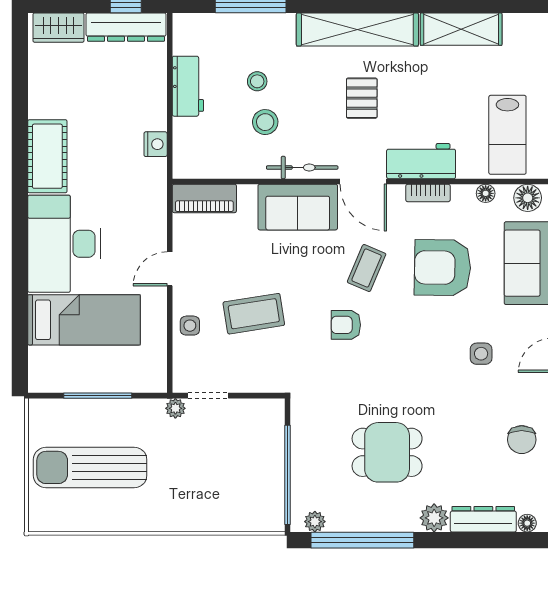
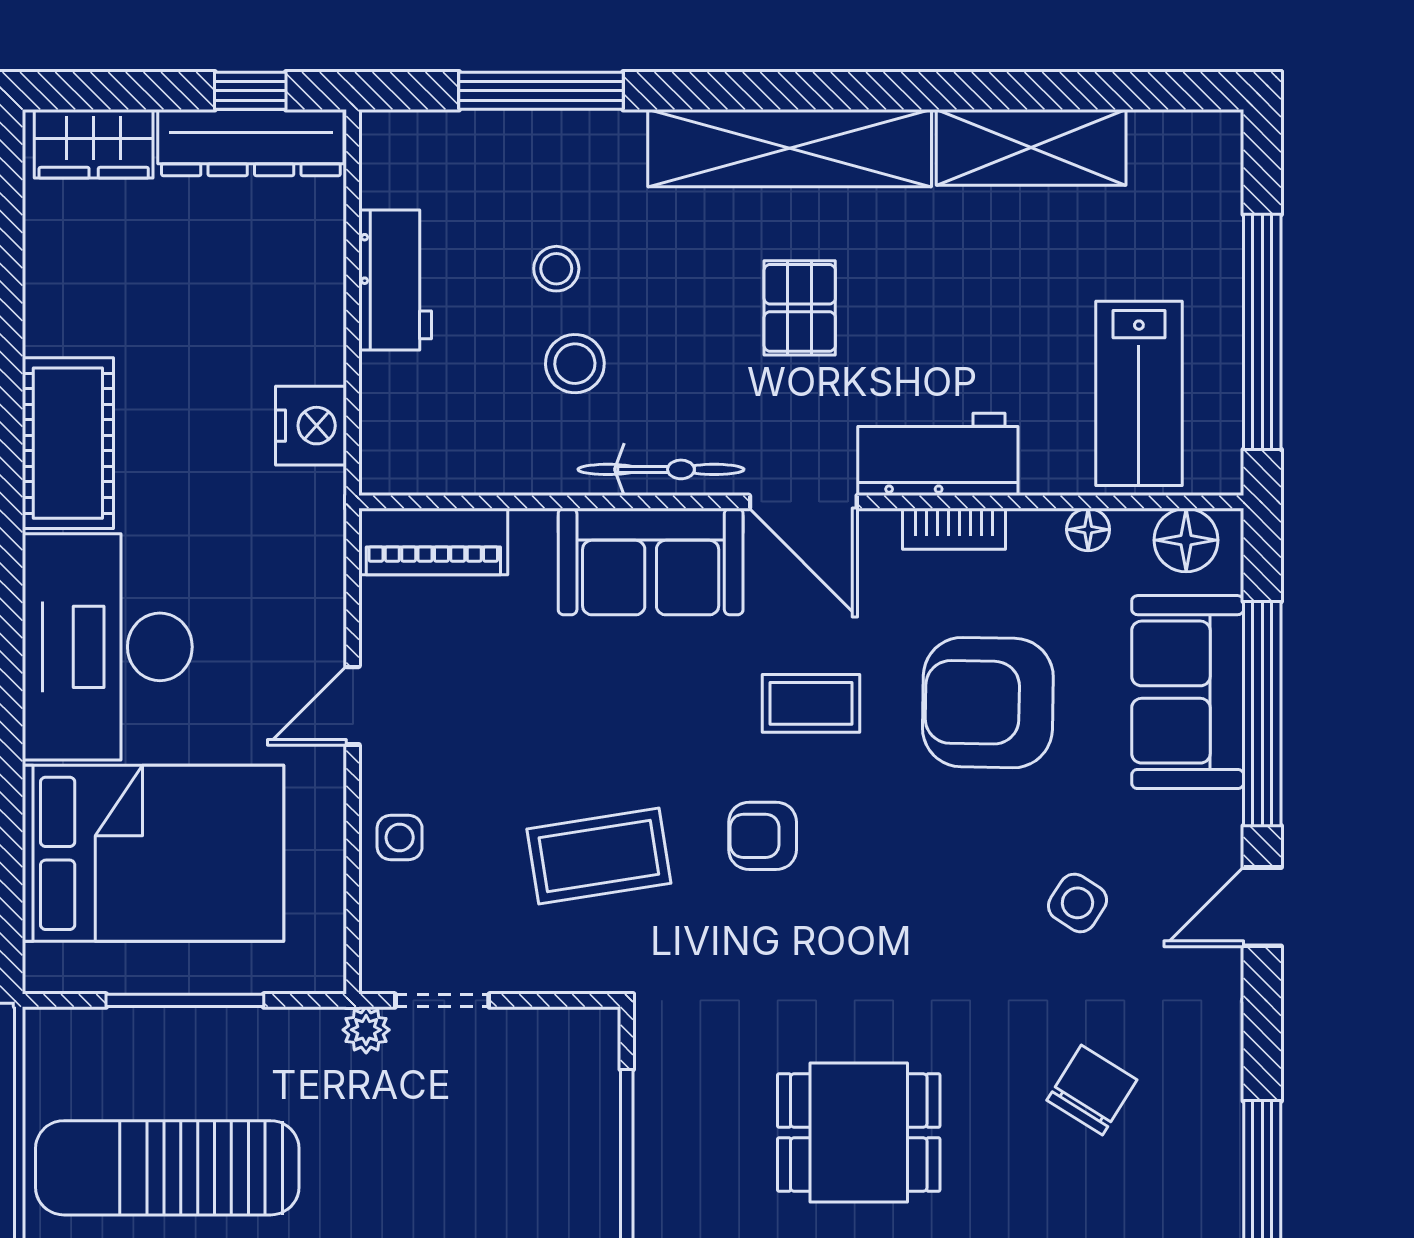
nightstand: (156, 144) -> (311, 426), width x1.36, depth x1.33
coffee table: (367, 268) -> (811, 703), turned 67
coffee table: (254, 314) -> (599, 856), moved
bed: (84, 320) -> (153, 853), width x1.50
side table: (481, 354) -> (1077, 903), turned 33
chair: (522, 440) -> (1092, 1090), moved, turned -148

